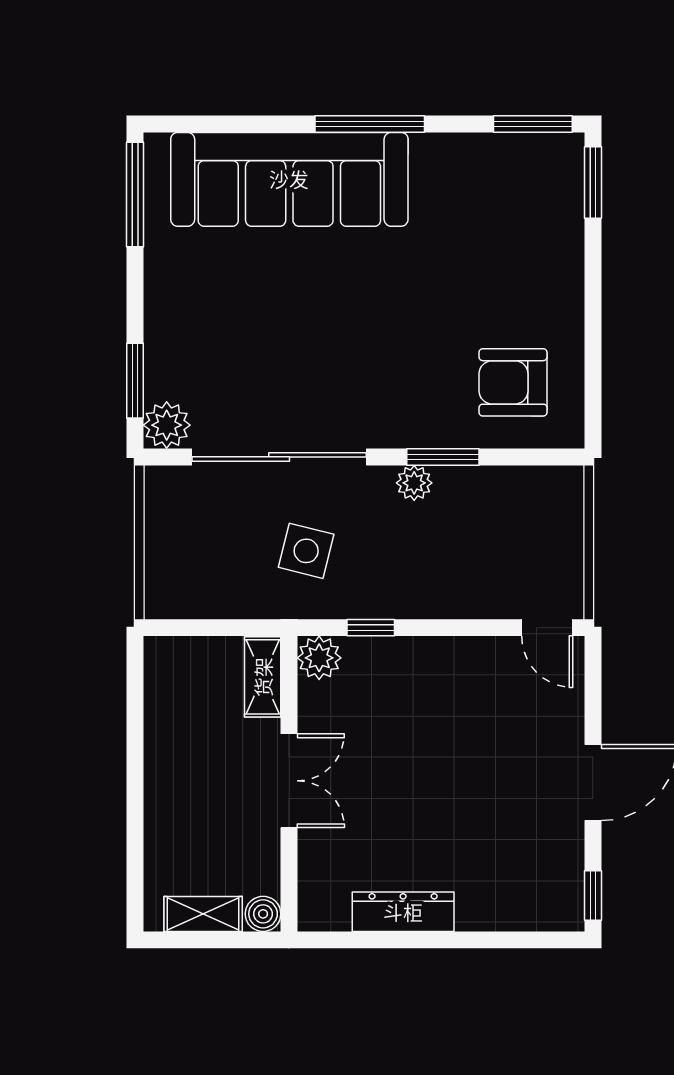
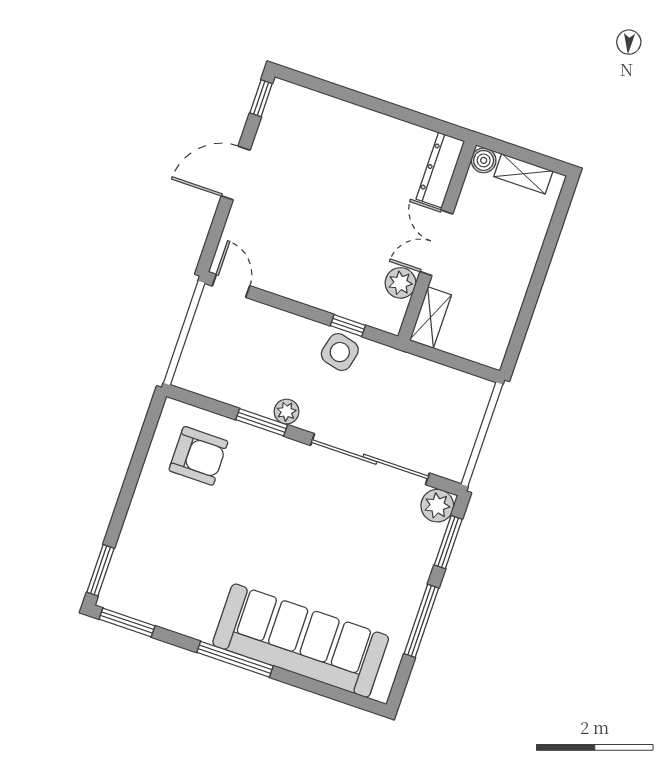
window: (135, 195) -> (421, 621), moved
side table: (306, 551) -> (340, 352), moved
plant: (319, 658) -> (400, 283), moved
dresser: (403, 912) -> (440, 170), moved, turned 90

